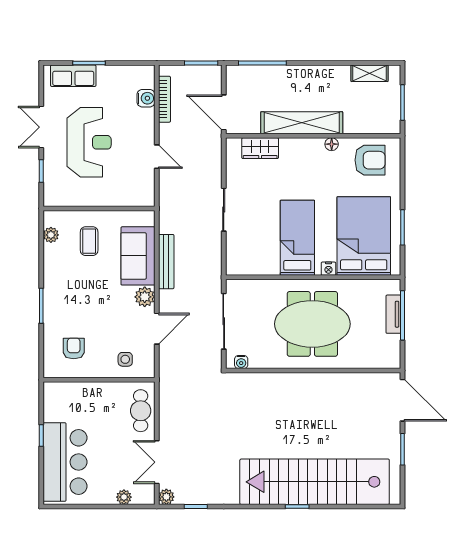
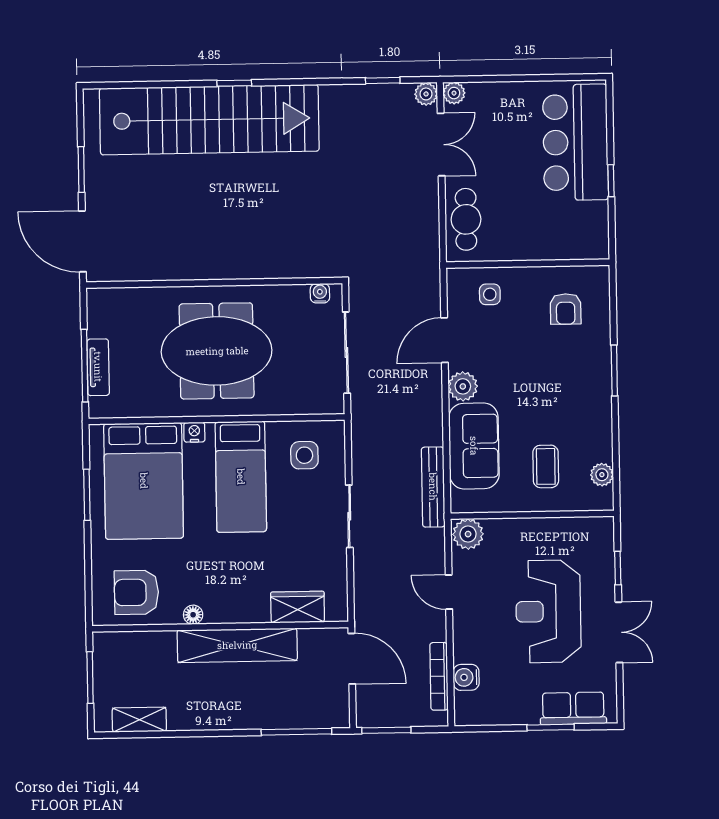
plant: (143, 196) -> (468, 534), added
side table: (254, 252) -> (304, 455), added
bench: (166, 262) -> (433, 487), moved
plant: (124, 497) -> (454, 93), moved

